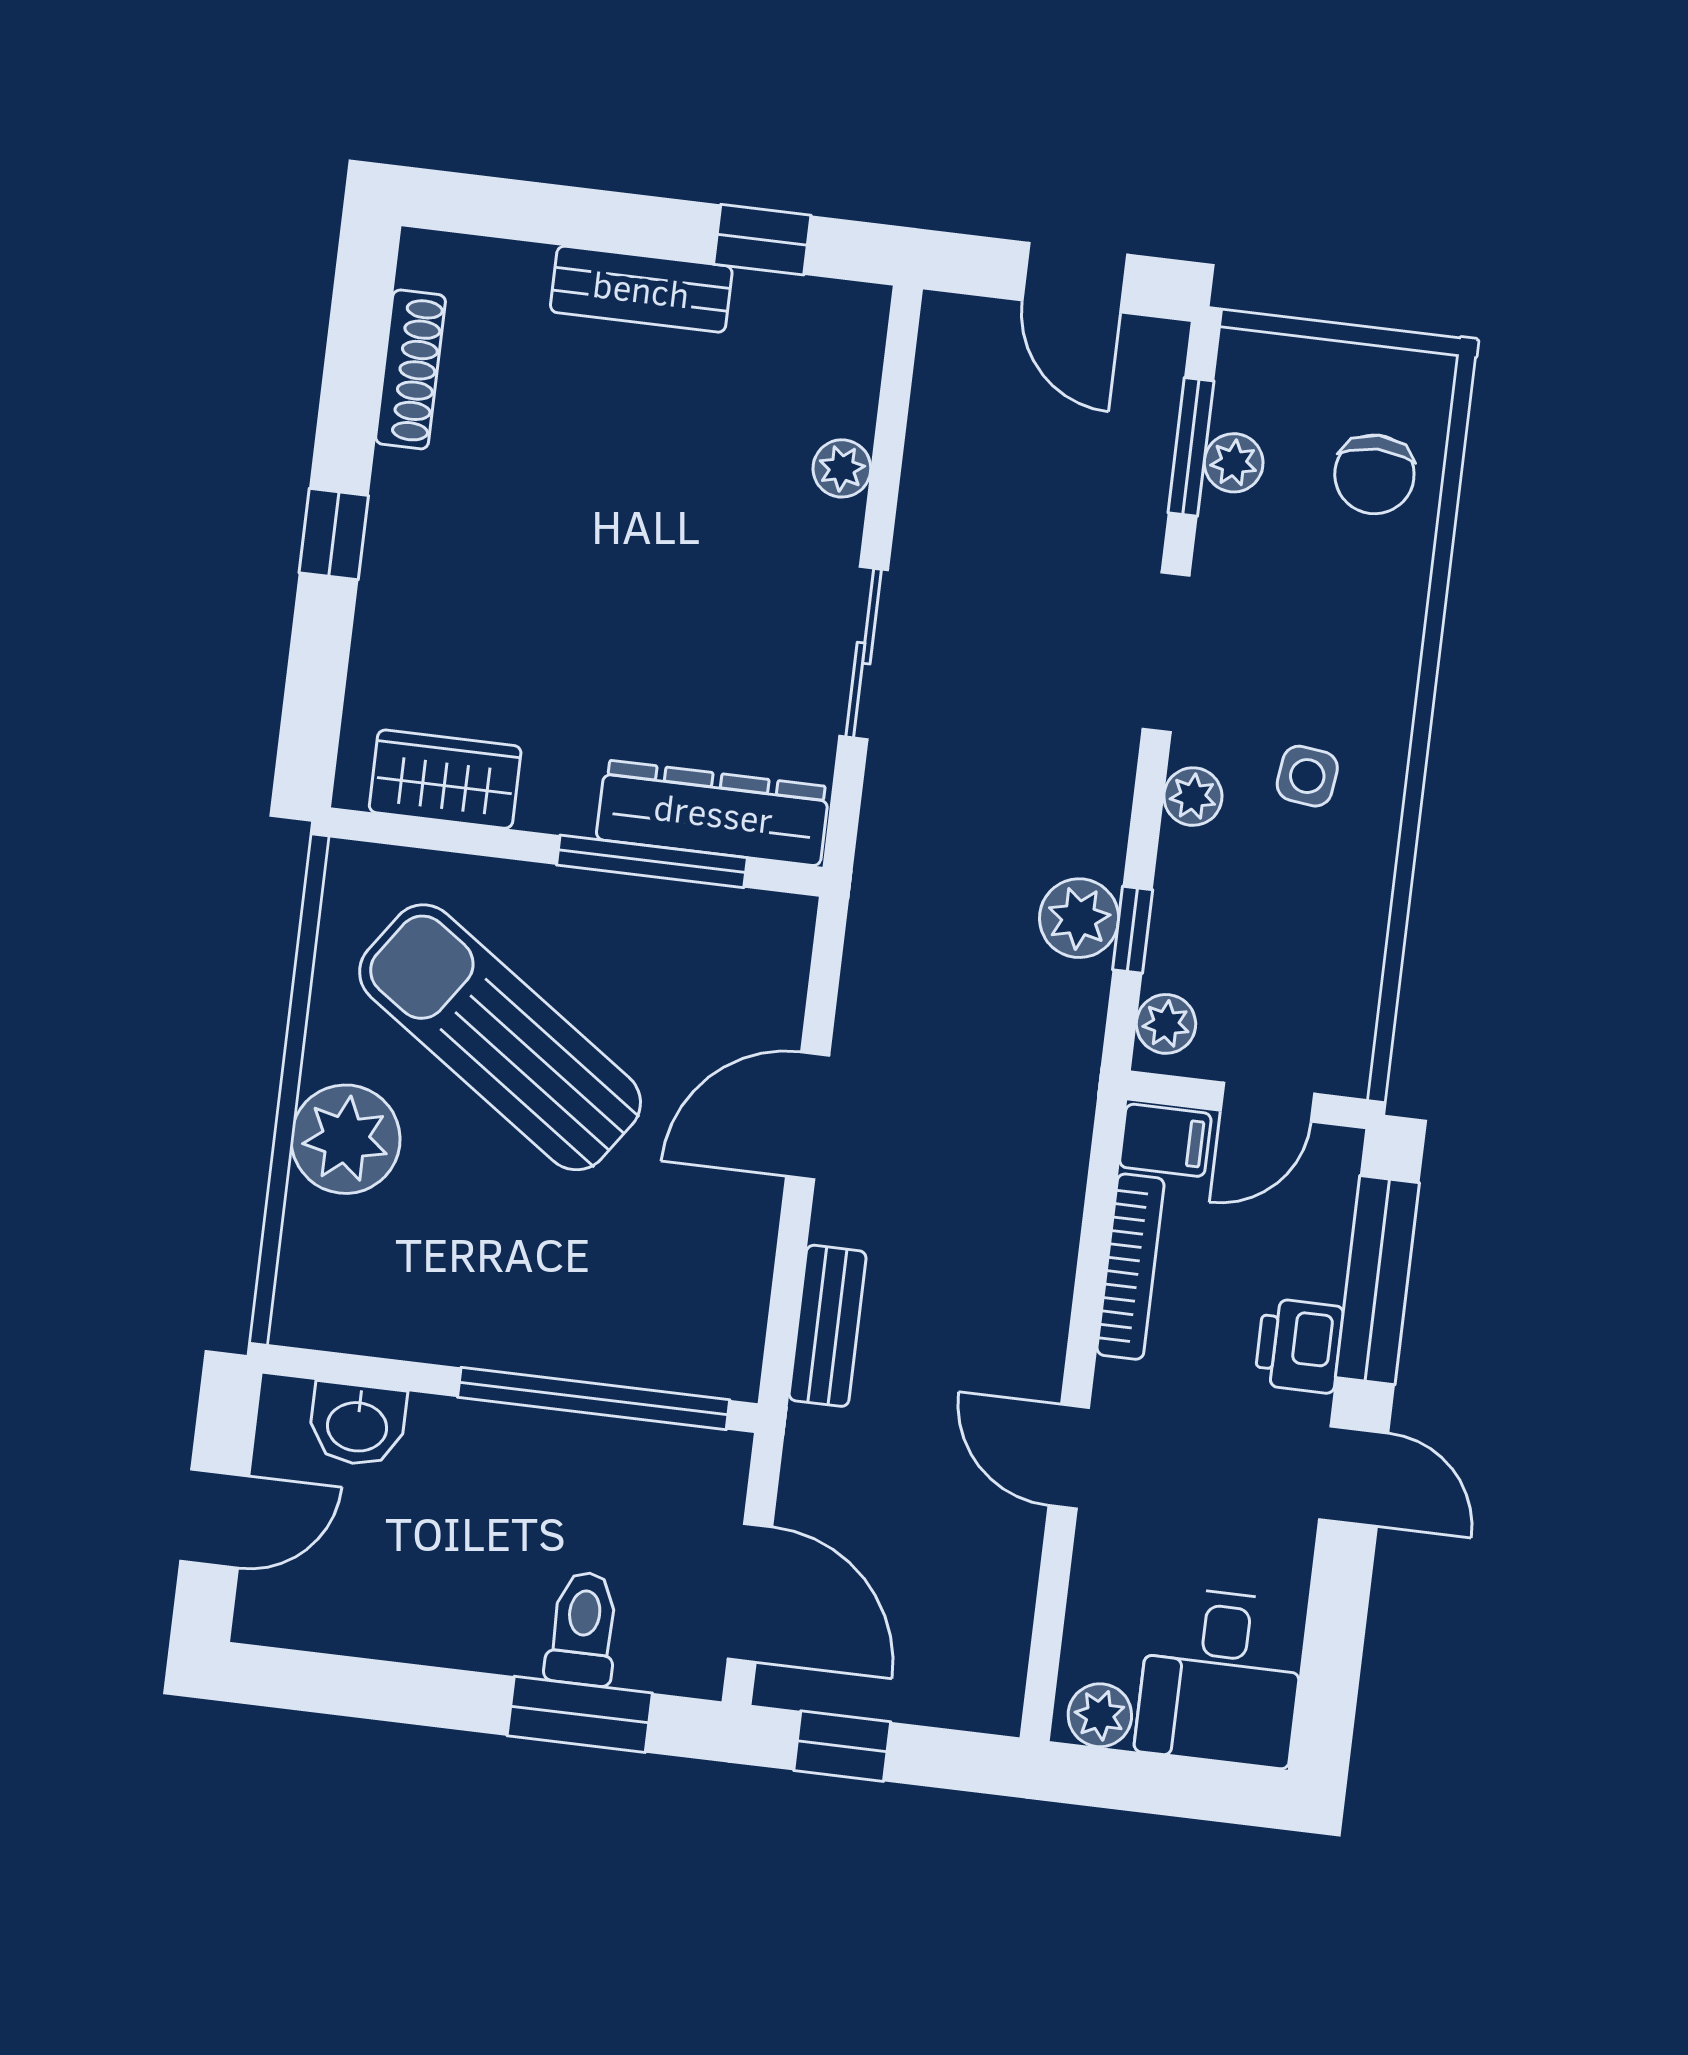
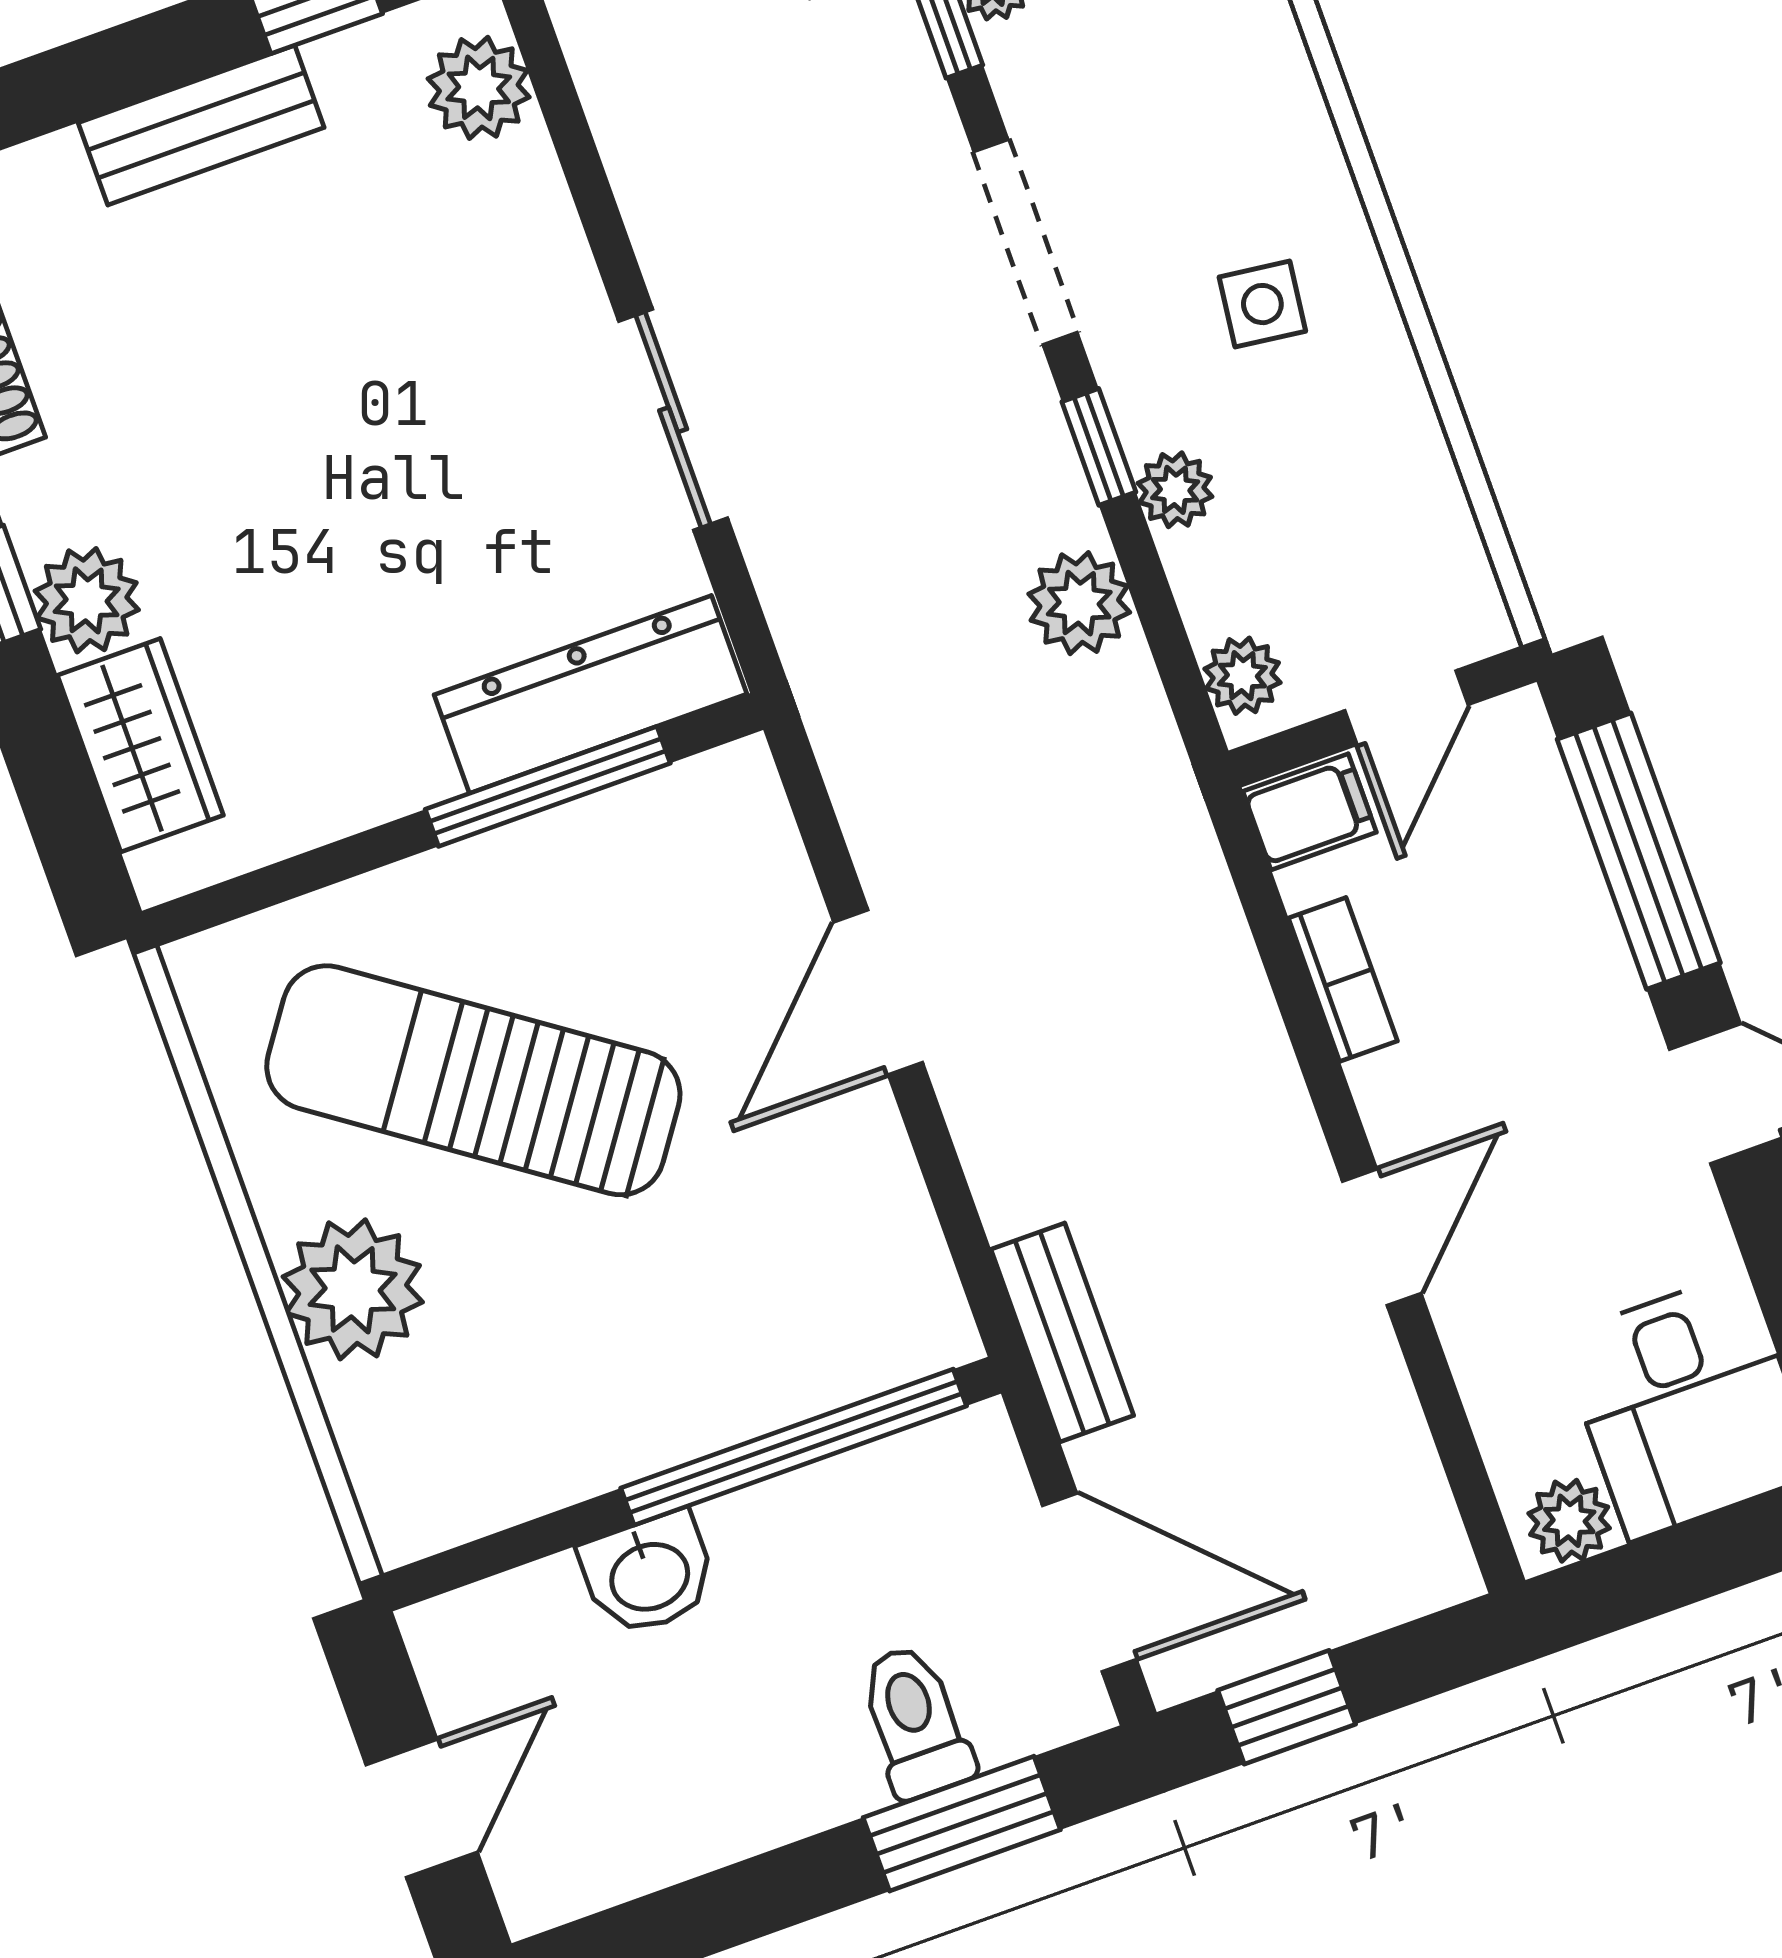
plant: (842, 468) -> (479, 88), moved, width x1.38, depth x1.38
plant: (400, 576) -> (87, 600), added
wardrobe: (445, 779) -> (140, 745), moved, turned 90
plant: (1193, 797) -> (1175, 490), moved
window: (1133, 930) -> (1099, 447), moved
bookcase: (1130, 1267) -> (1343, 980), width x0.64
bench: (828, 1326) -> (1062, 1332), moved
printer: (1299, 1346) -> (1585, 973), removed
washbasin: (357, 1424) -> (649, 1574), moved
door: (1069, 1457) -> (1382, 1237), swing flipped

